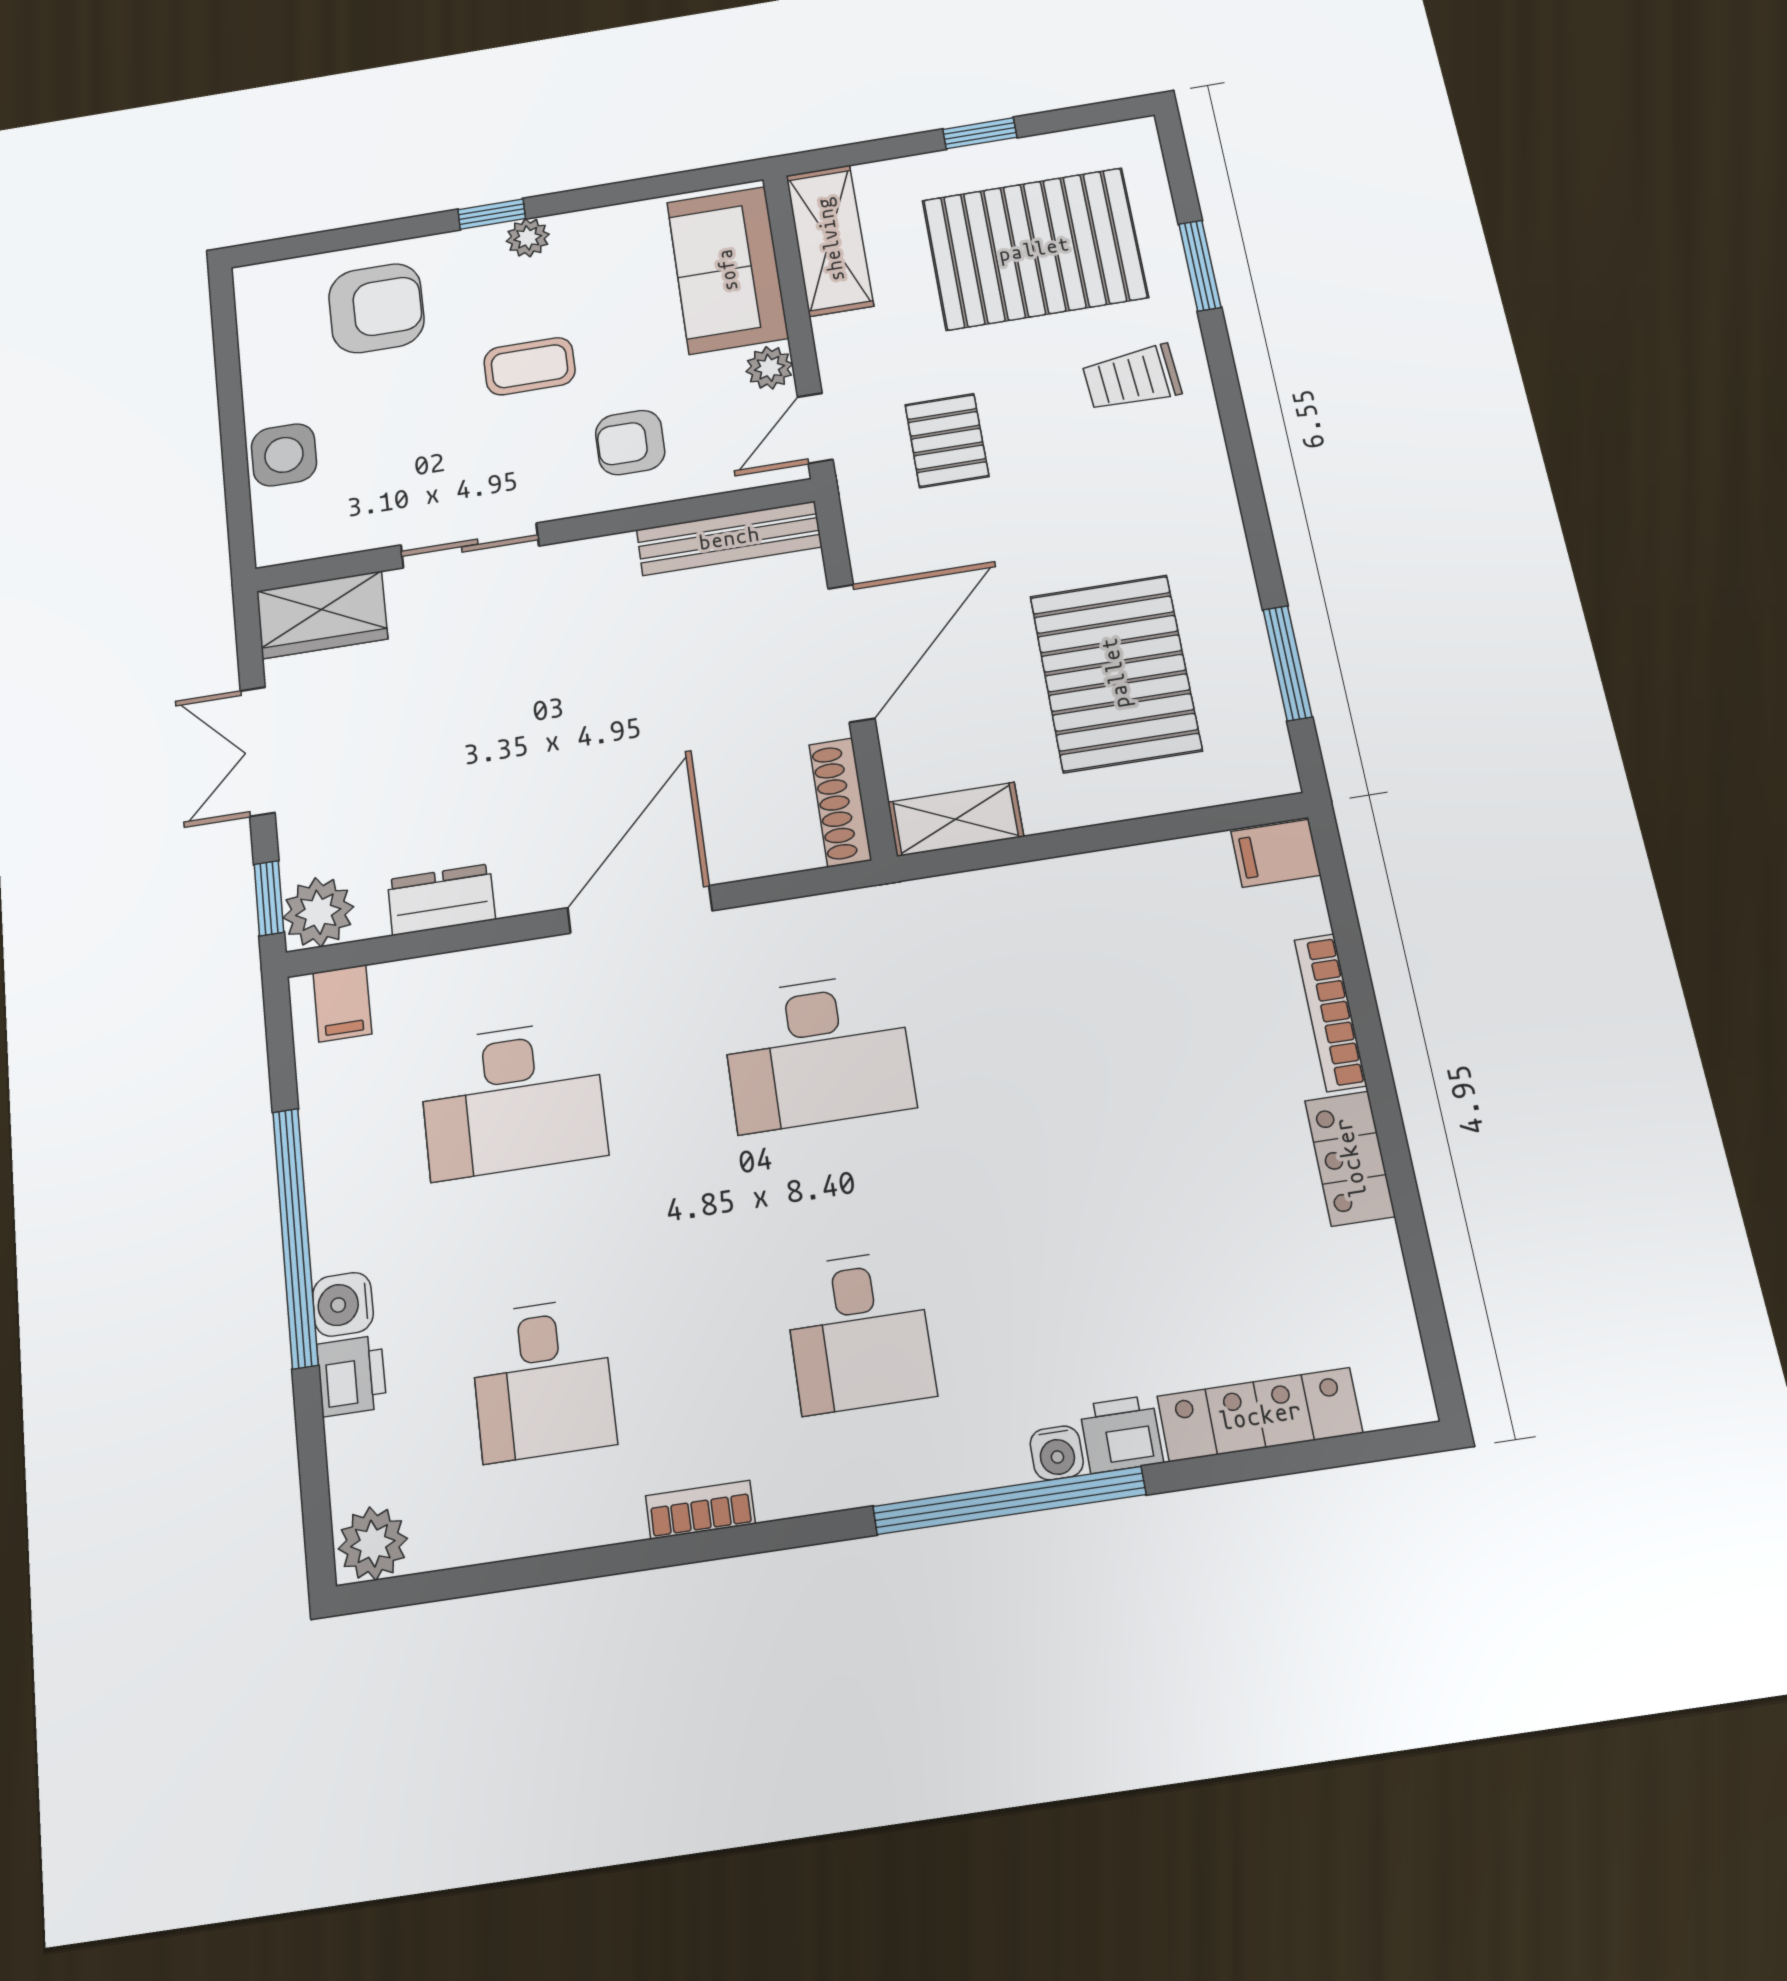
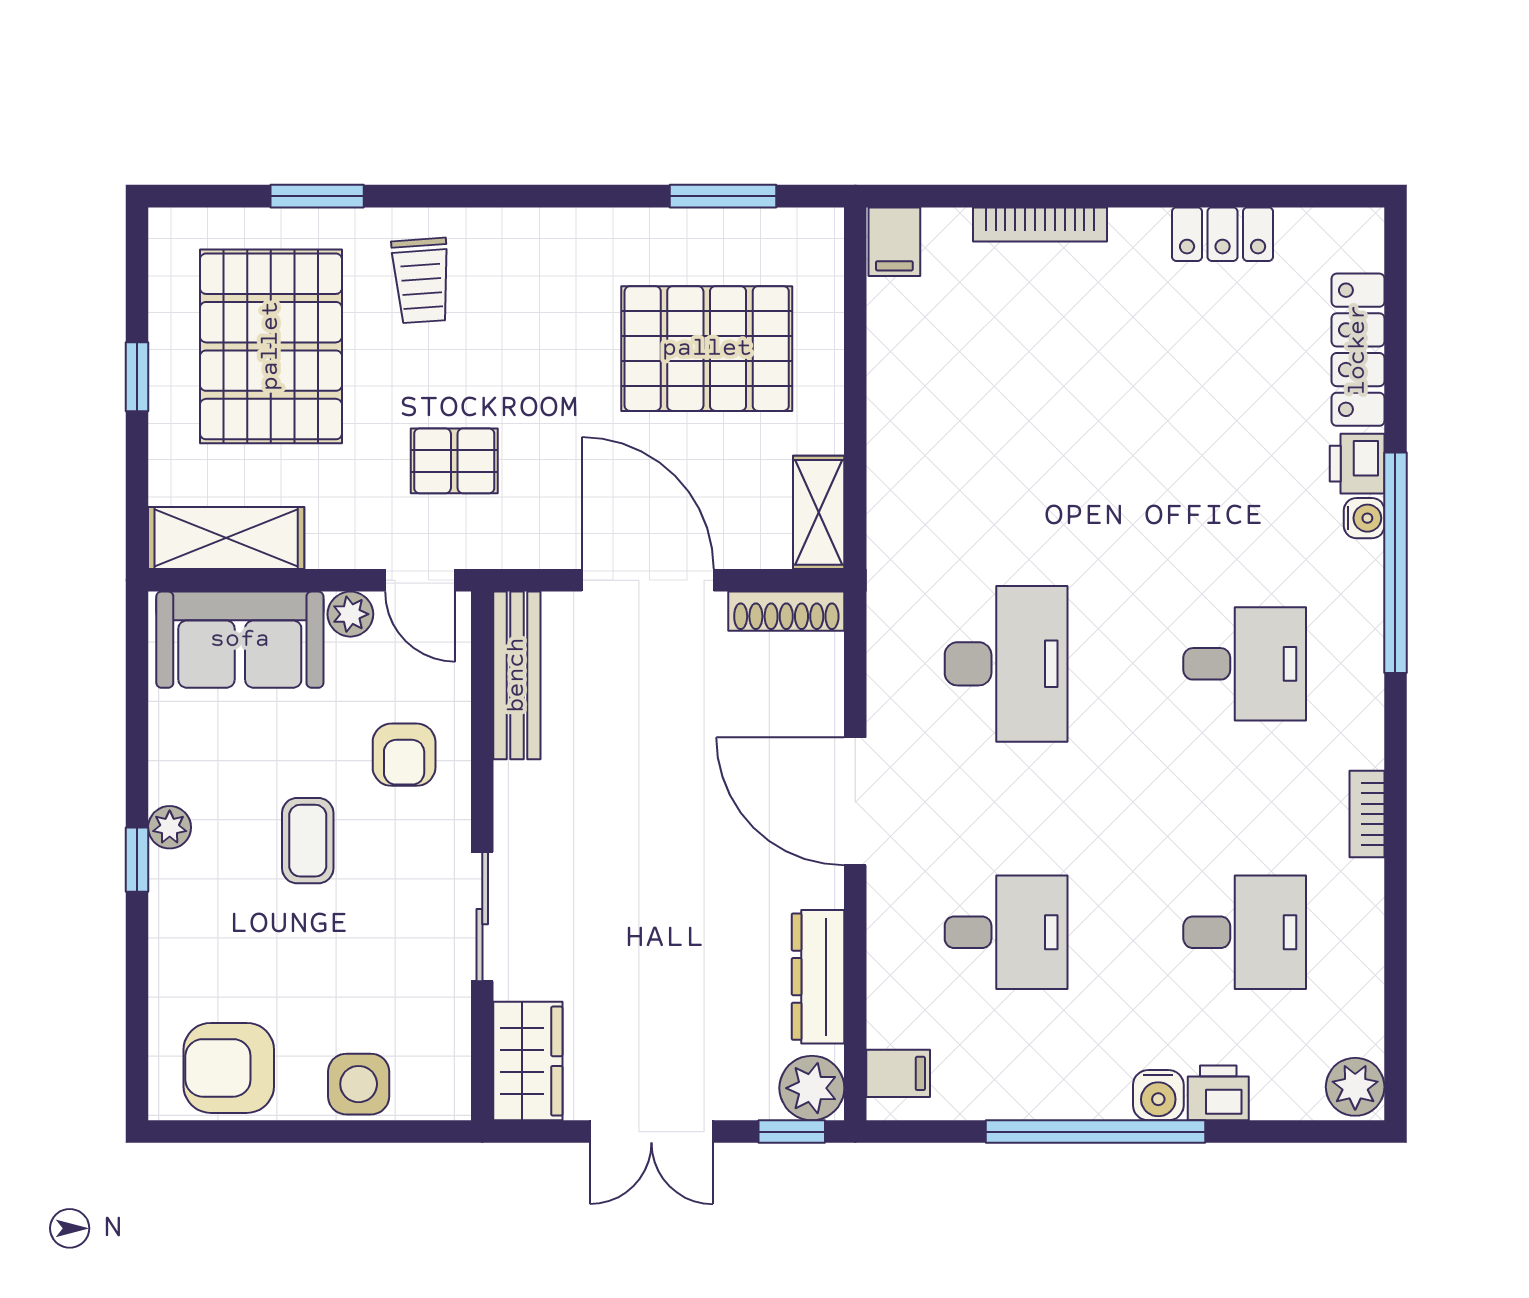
armchair: (376, 308) -> (229, 1068), moved, turned -90
dresser: (441, 900) -> (818, 977), width x1.44
desk: (512, 1099) -> (1006, 932), width x0.73
locker: (1350, 1158) -> (1223, 234), moved

